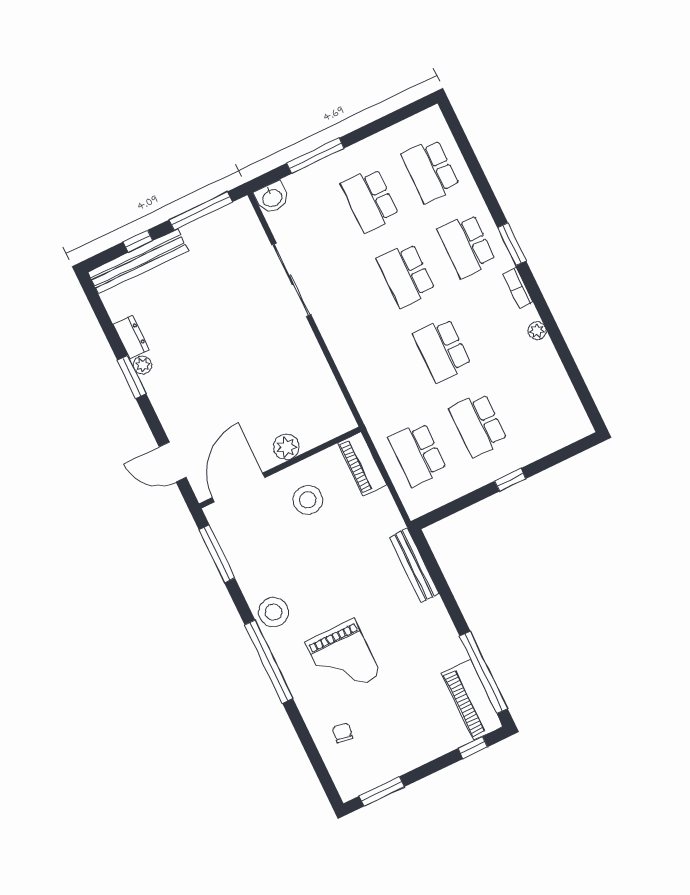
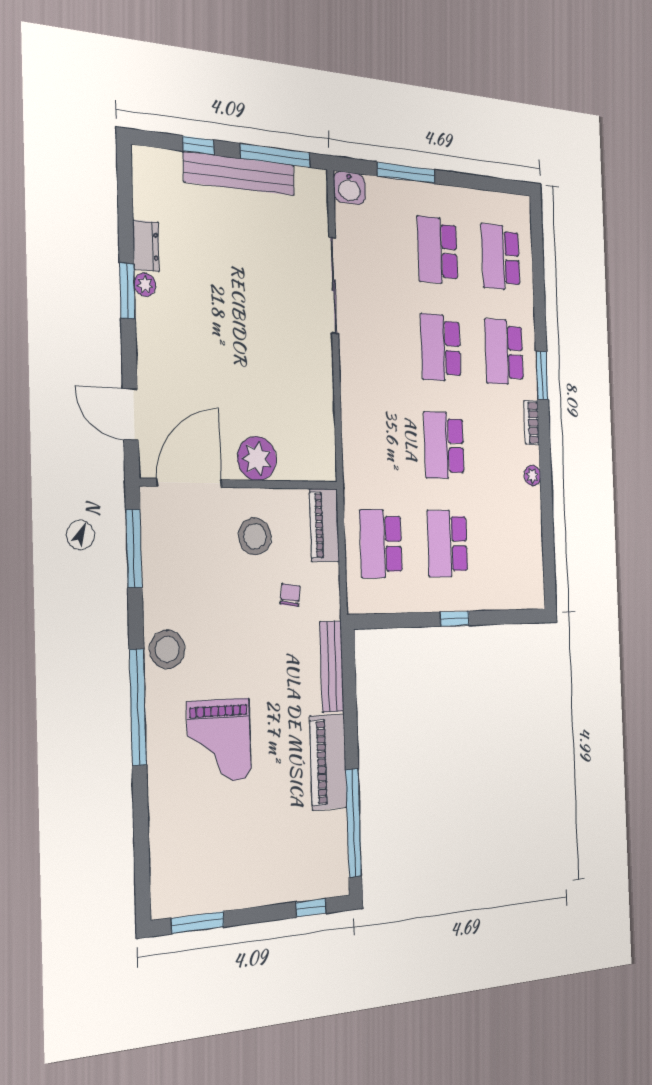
bench: (138, 261) -> (239, 174), moved
plant: (286, 447) -> (257, 459), width x1.36, depth x1.36
piano: (472, 700) -> (328, 762), moved
chair: (343, 733) -> (290, 595), moved

